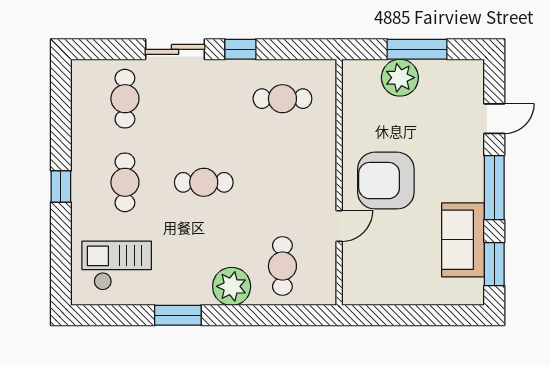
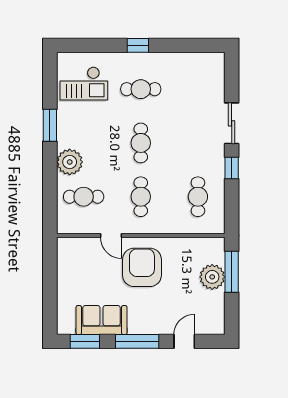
window: (417, 49) -> (232, 272), moved
cafe table: (125, 99) -> (141, 197), moved, turned 90
door: (494, 119) -> (184, 341), swing flipped
checkout: (117, 266) -> (84, 84), turned 90

